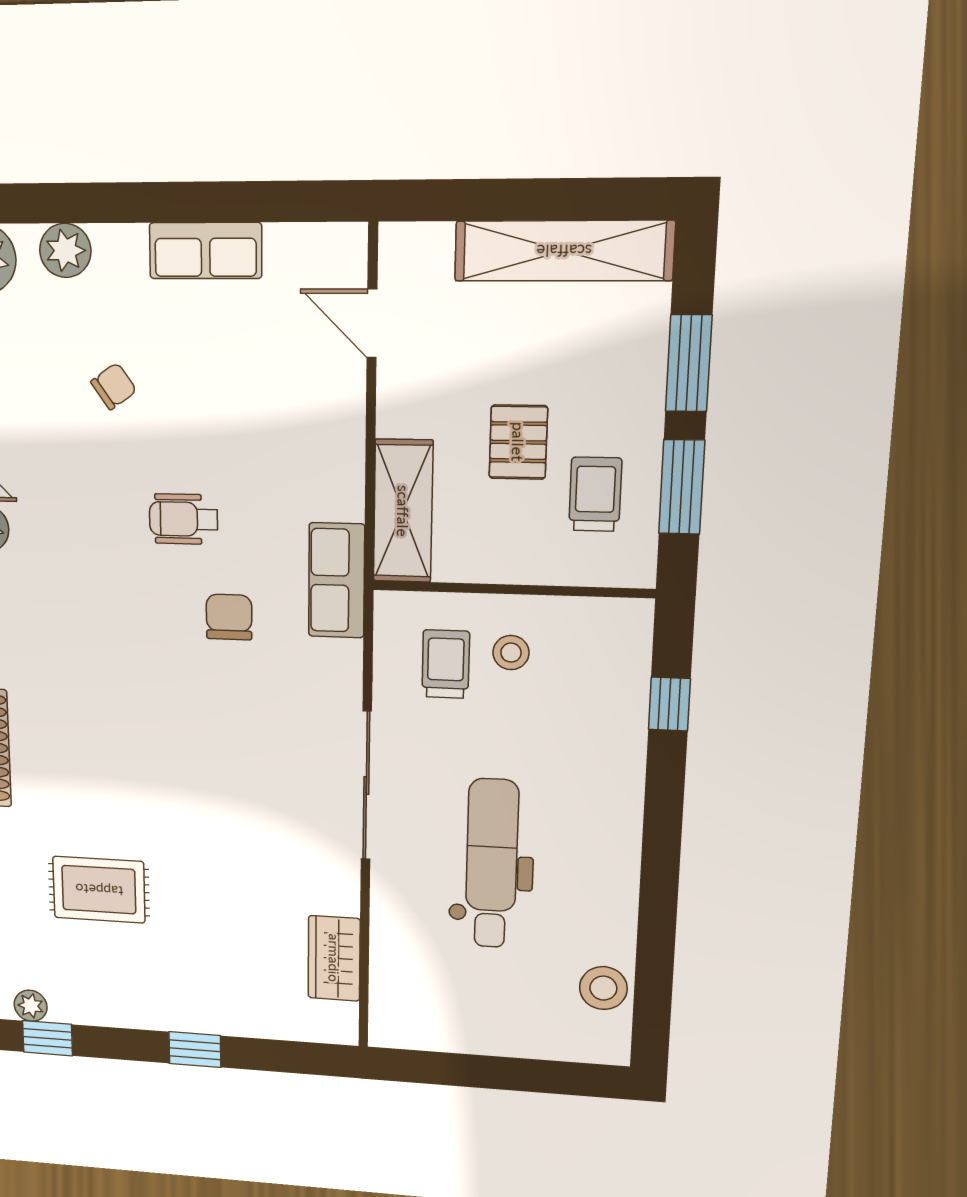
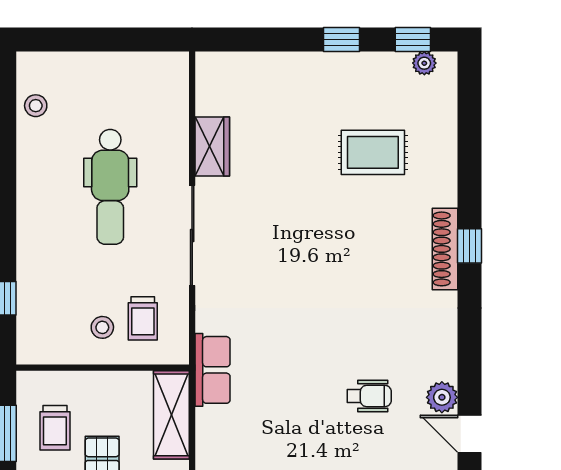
wheelchair: (184, 519) -> (369, 396), moved
chair: (229, 617) -> (282, 344), removed
wardrobe: (334, 958) -> (212, 147), moved
stool: (603, 988) -> (36, 106), width x0.73, depth x0.73
window: (195, 1050) -> (341, 40), moved

